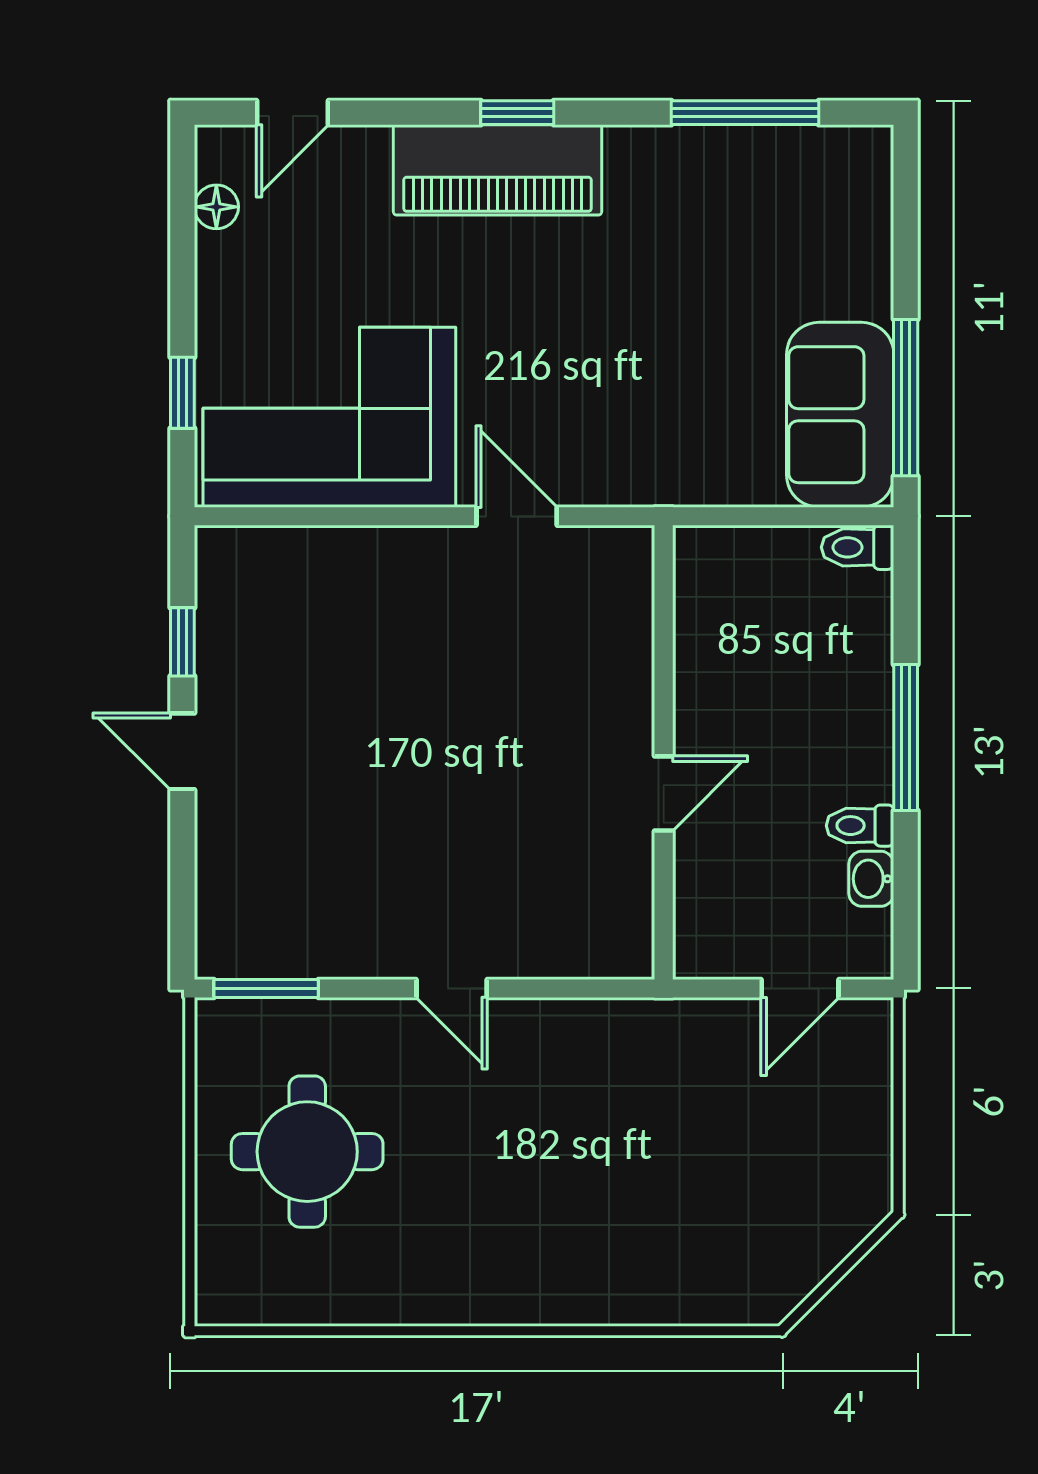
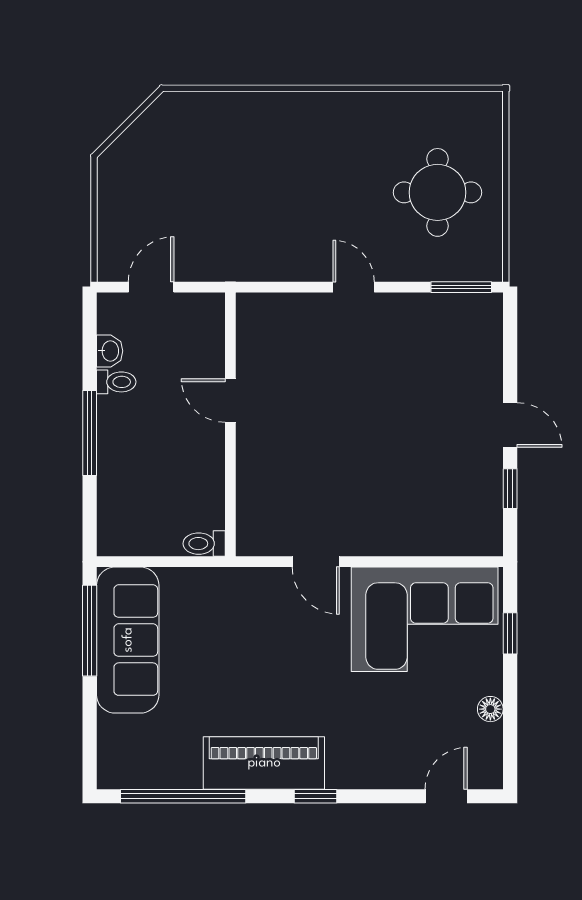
window: (745, 113) -> (183, 796), width x1.46
piano: (497, 170) -> (264, 763), moved
floor lamp: (216, 207) -> (490, 709), moved
sofa: (840, 415) -> (128, 640), width x1.36
toilet: (858, 547) -> (204, 544), moved, turned 180
door: (664, 794) -> (230, 401), hinge flipped

